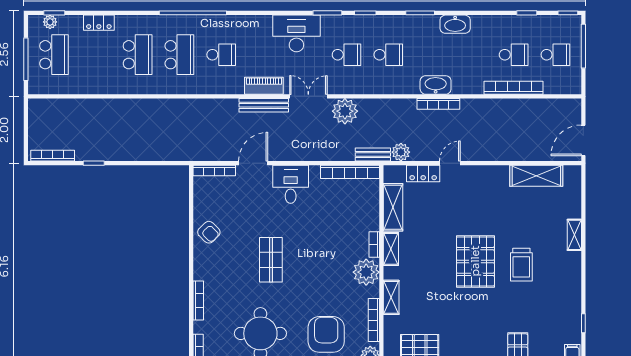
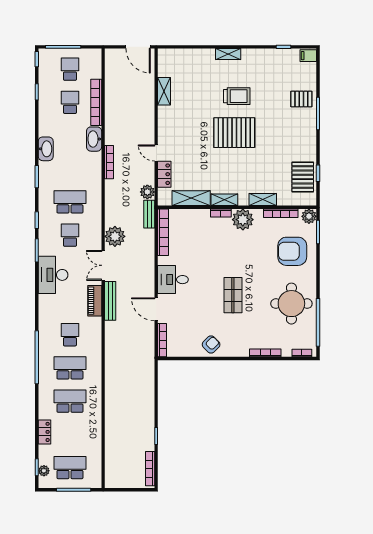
school desk: (388, 55) -> (70, 202), width x1.85
washbasin: (436, 85) -> (94, 139), moved
shelving: (536, 176) -> (164, 91), width x0.67, depth x0.75
shelving: (574, 235) -> (228, 54), moved
shop shelf: (271, 260) -> (233, 295), turned 90

